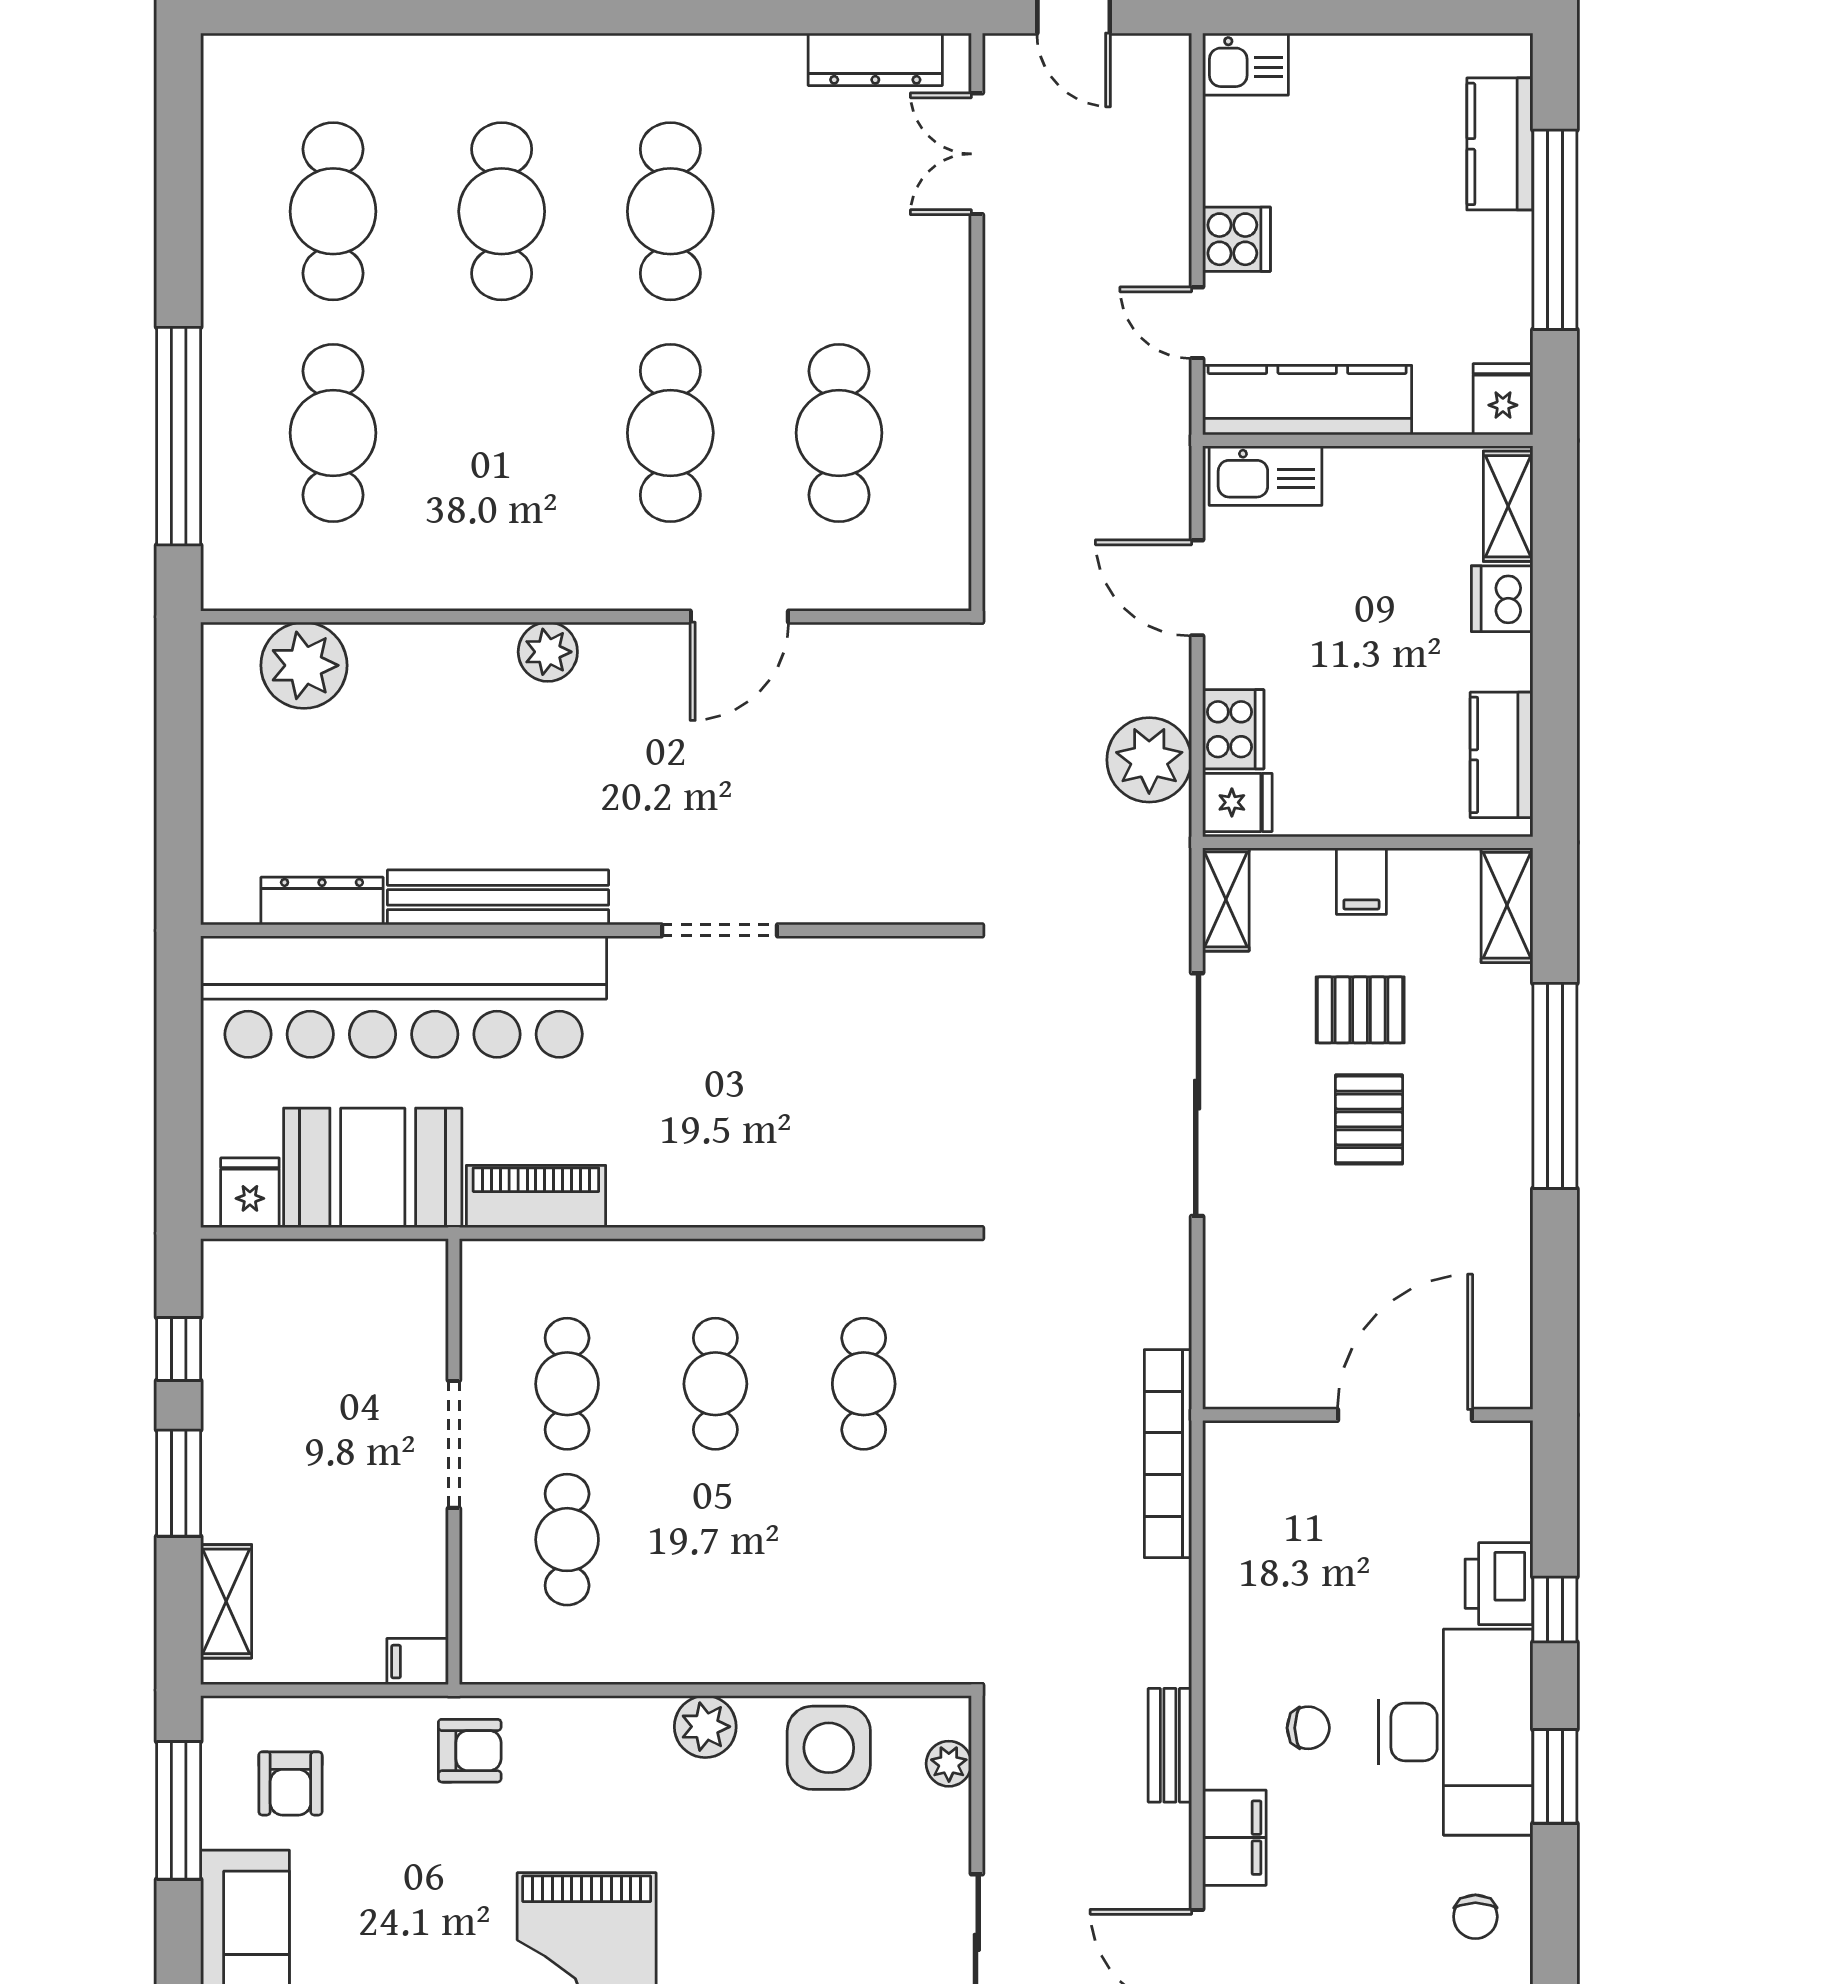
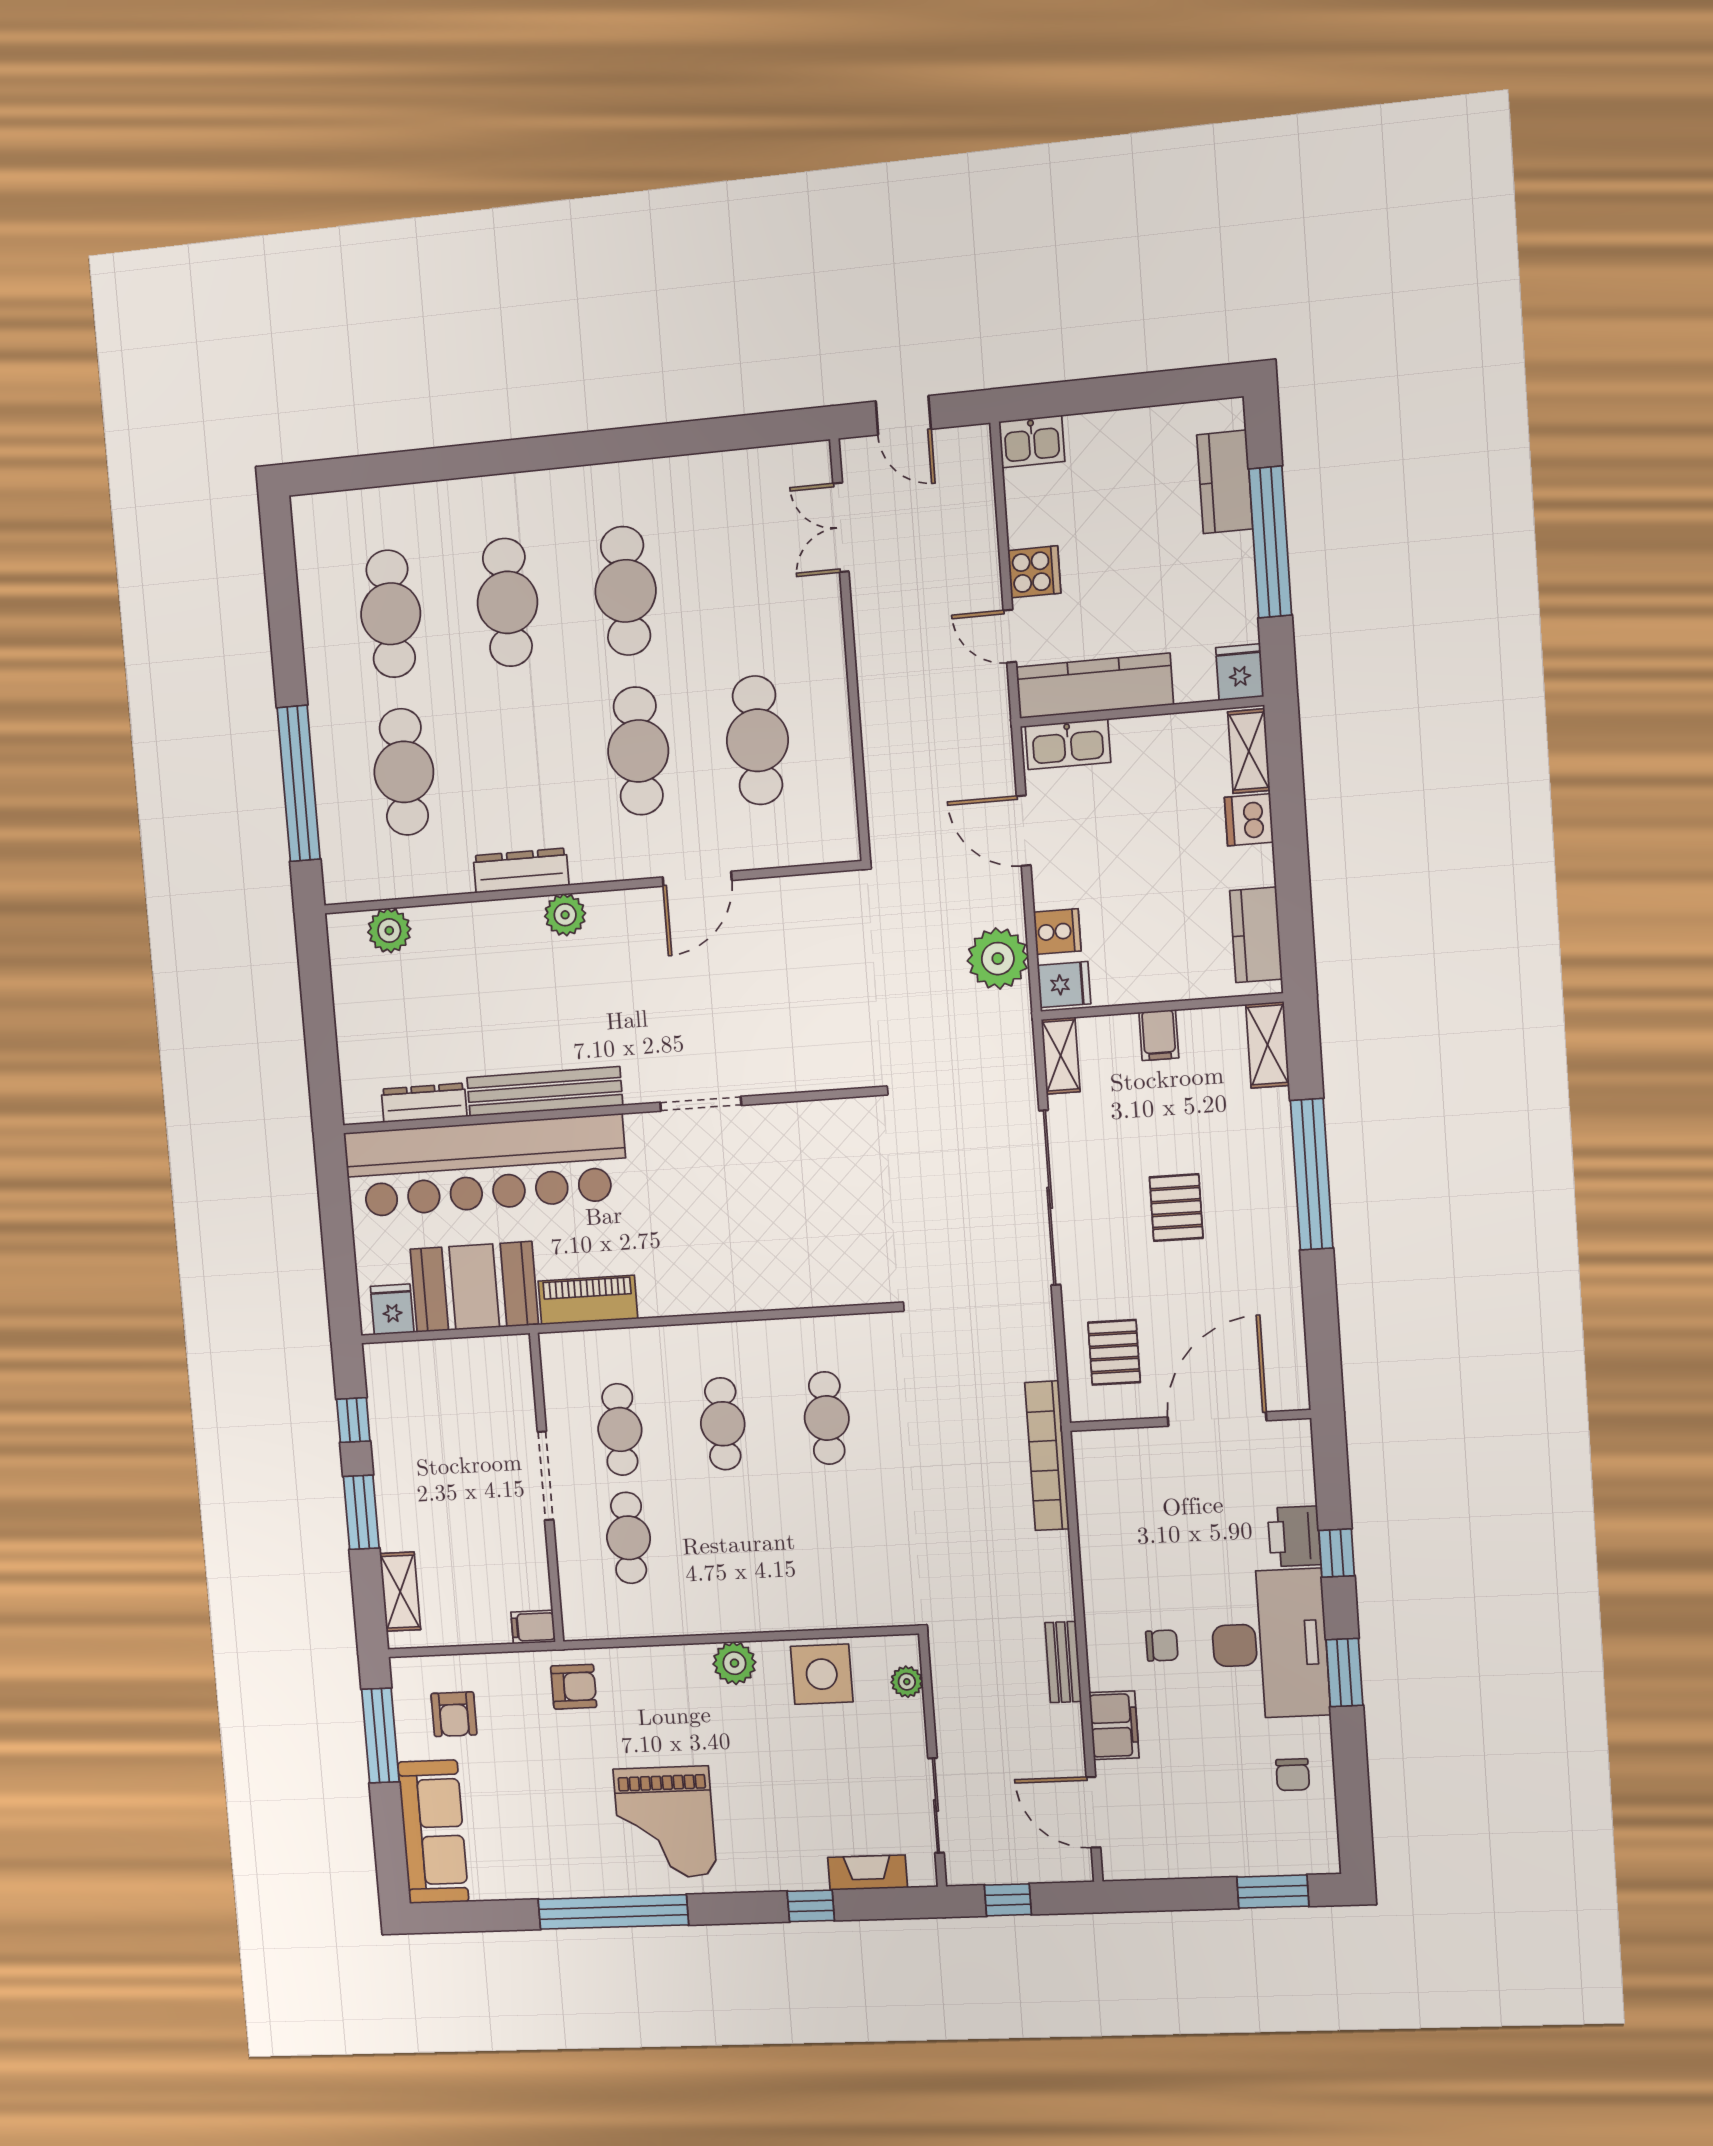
dresser: (875, 59) -> (521, 871), moved, turned 180
plant: (304, 665) -> (389, 931), width x0.73, depth x0.73
cooker: (1233, 729) -> (1057, 932), width x0.73
pallet: (1360, 1010) -> (1114, 1352), moved, turned 90

